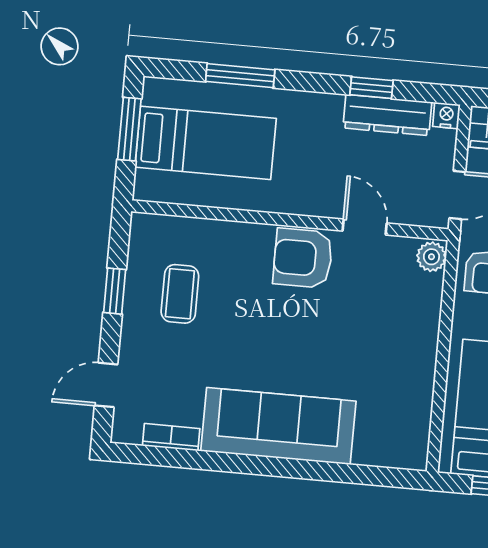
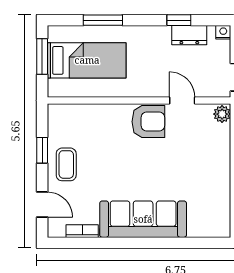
dresser: (387, 115) -> (189, 35), width x0.70
armchair: (303, 258) -> (148, 122), turned 180
coffee table: (180, 294) -> (66, 164), moved
door: (106, 385) -> (42, 205), swing flipped

